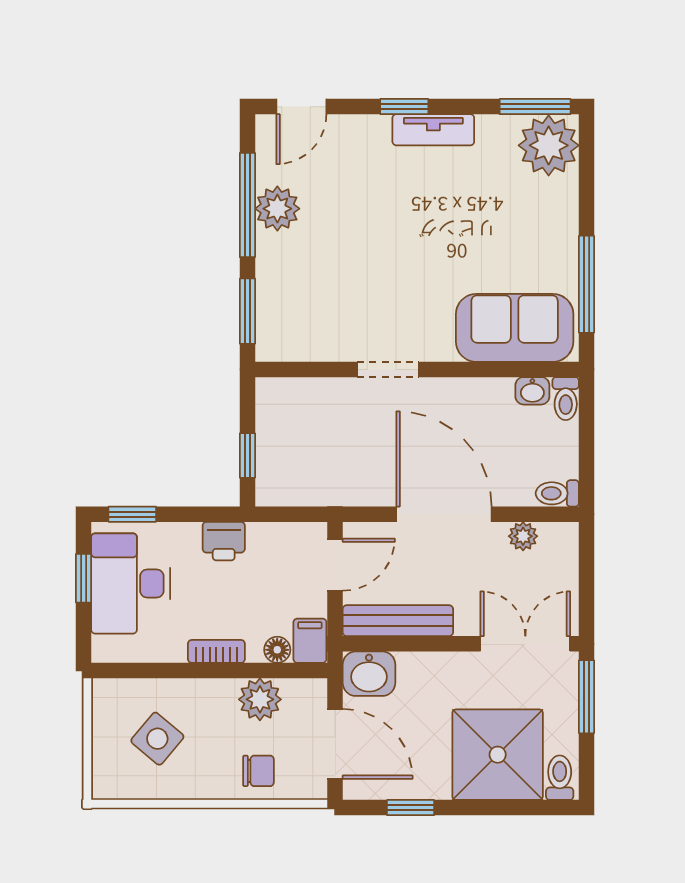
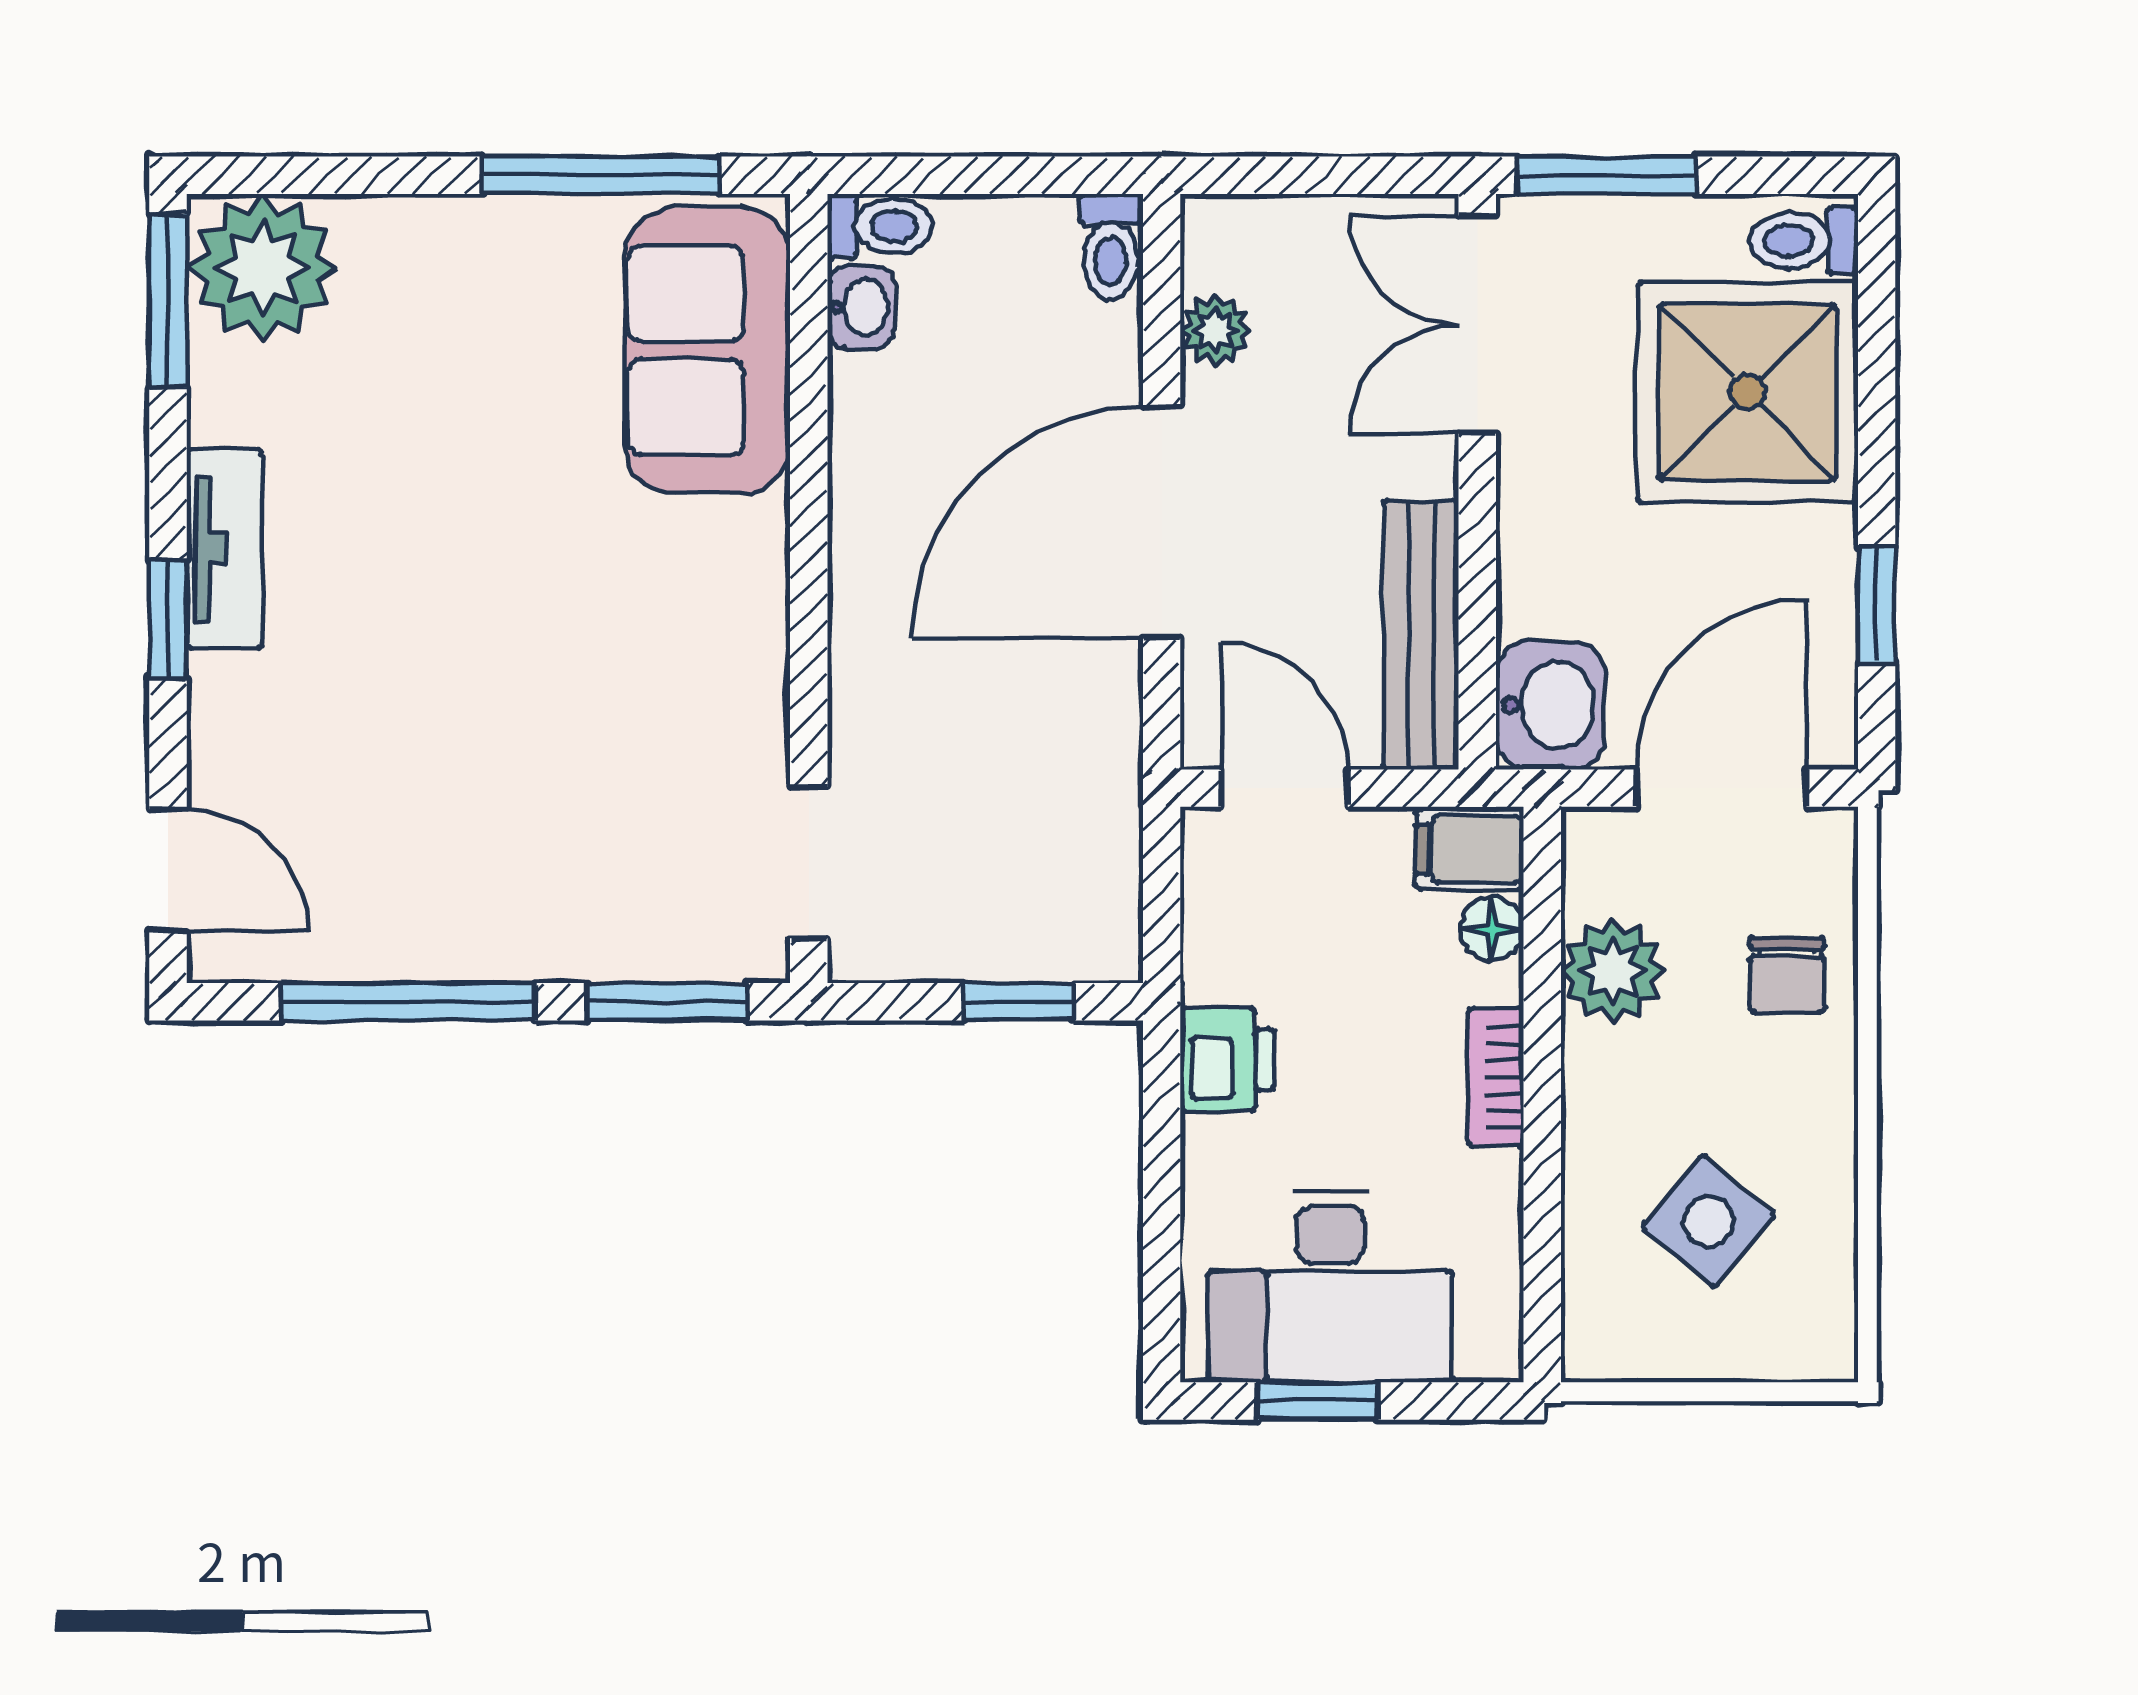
plant: (277, 209) -> (417, 929), removed
doorway: (388, 369) -> (809, 863), moved
window: (132, 514) -> (1162, 1282), removed
chair: (258, 771) -> (1787, 975), turned 180

